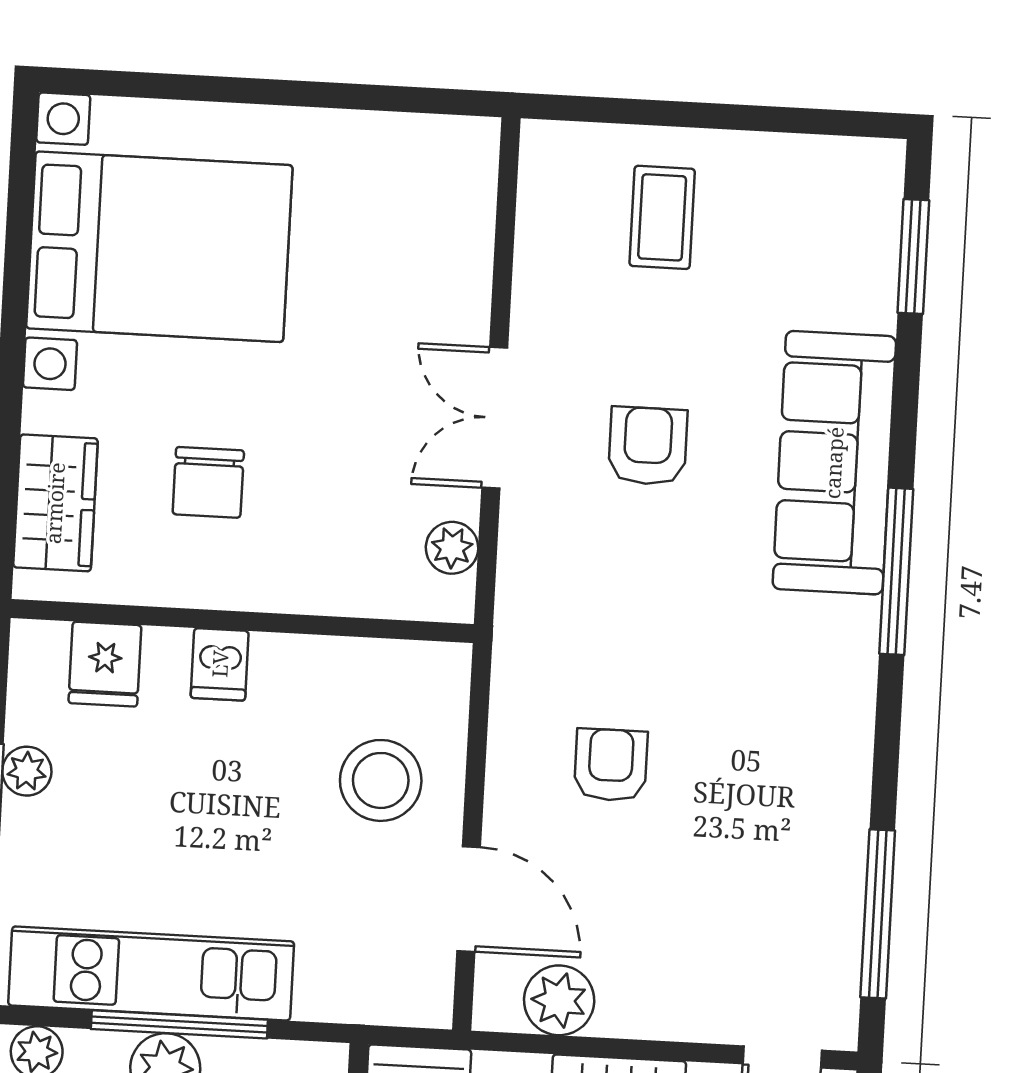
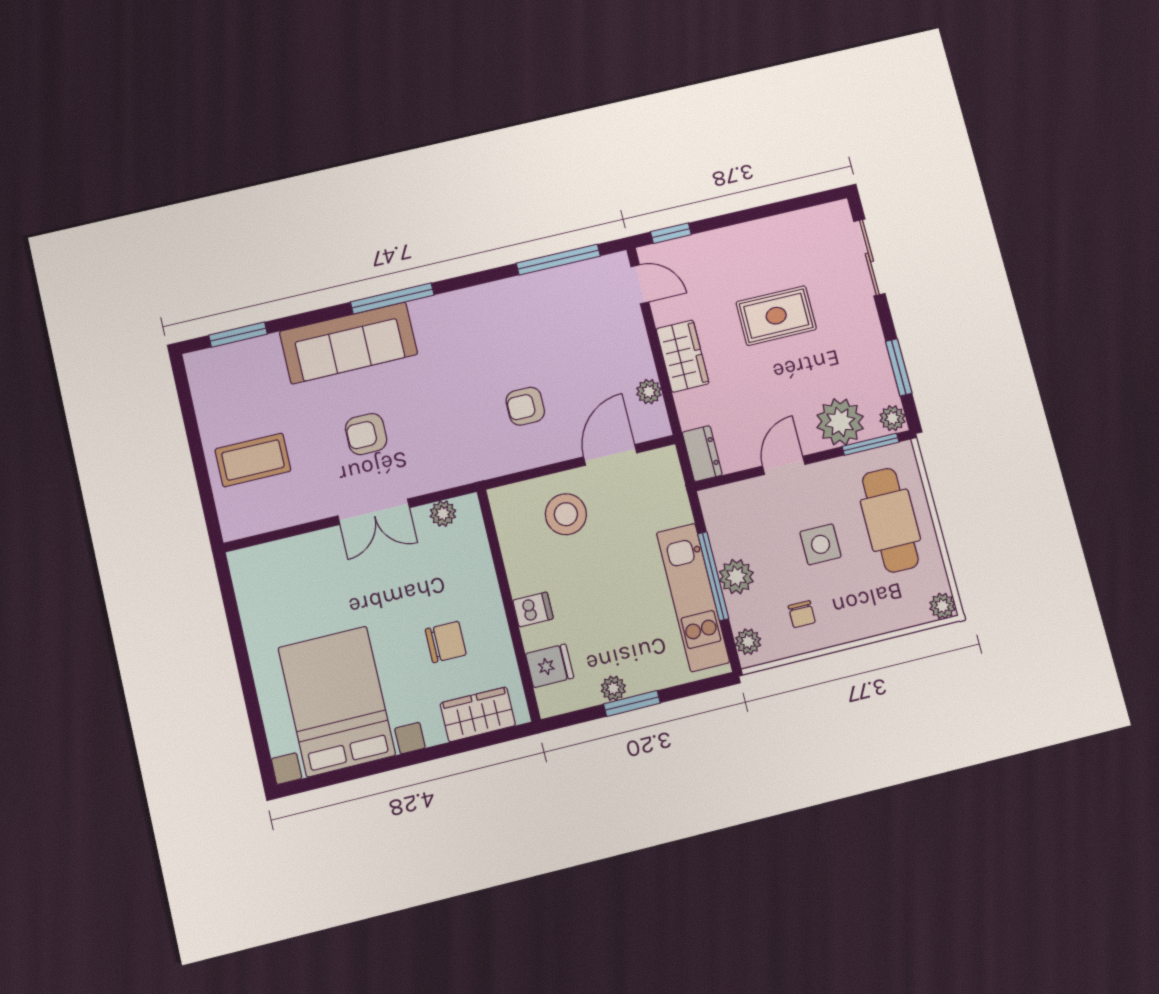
coffee table: (662, 217) -> (253, 460), width x1.36, depth x1.30
plant: (559, 1000) -> (649, 392), width x0.73, depth x0.73

